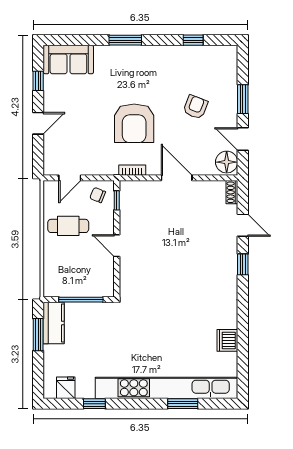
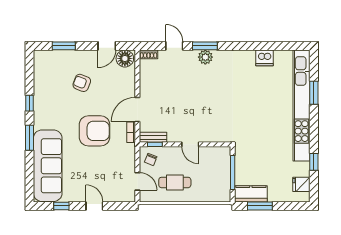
window: (193, 40) -> (29, 103), moved
sofa: (68, 60) -> (48, 166), width x1.85, depth x1.27
window: (243, 99) -> (64, 46), moved
door: (177, 178) -> (137, 109), moved
bench: (126, 198) -> (153, 137), added
door: (243, 225) -> (174, 46), hinge flipped
cafe table: (68, 226) -> (175, 182), turned 90
door: (117, 246) -> (190, 144), hinge flipped
window: (243, 264) -> (205, 46), width x1.50
plant: (228, 265) -> (205, 57), added

